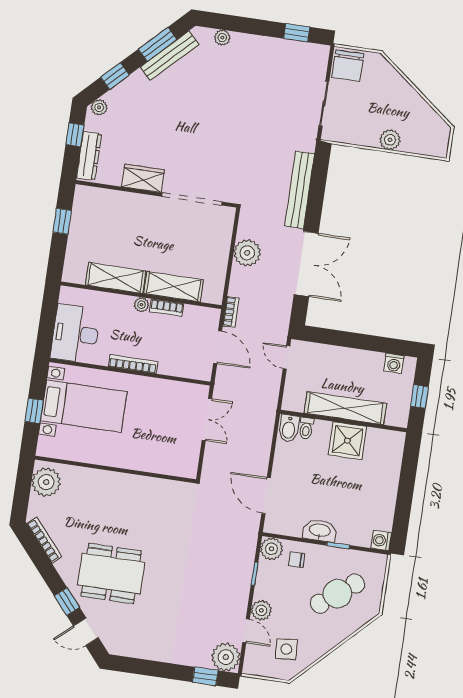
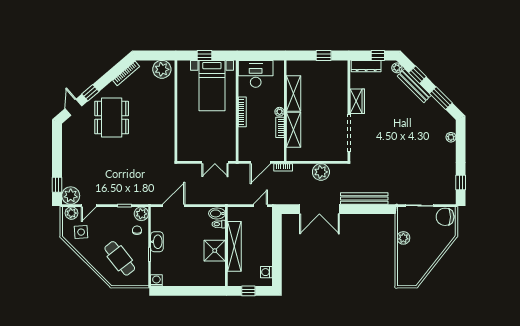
bench: (169, 56) -> (414, 86), moved
plant: (390, 140) -> (403, 238), moved
plant: (261, 610) -> (71, 213), moved

